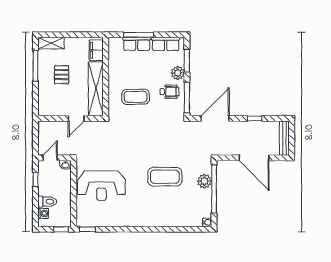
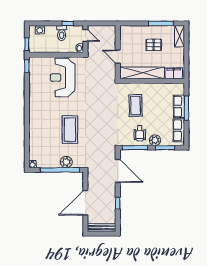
toilet: (47, 202) -> (62, 33), moved

